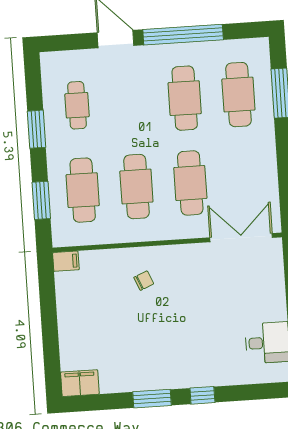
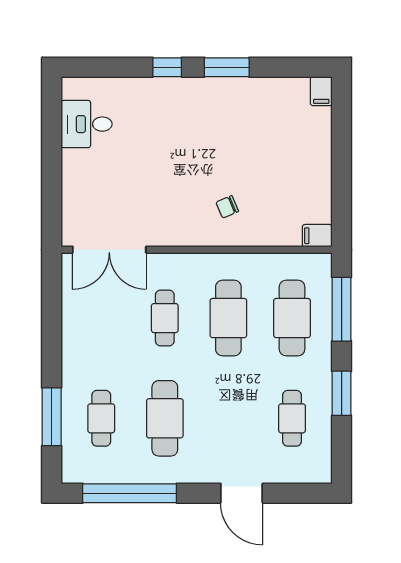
window: (183, 35) -> (130, 493), moved
cafe table: (238, 95) -> (101, 418), width x0.73, depth x0.74
cafe table: (190, 183) -> (165, 318), width x0.73, depth x0.74
window: (41, 200) -> (342, 309), width x1.44
filing cabinet: (80, 383) -> (321, 91), width x0.50

